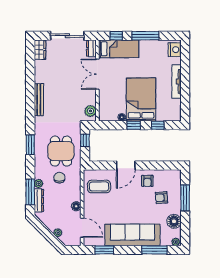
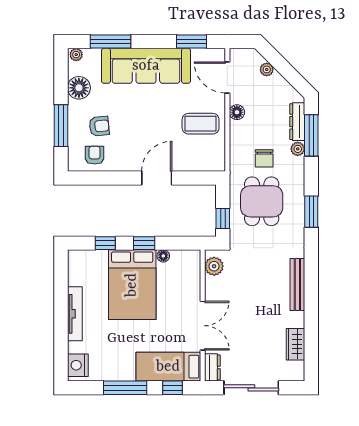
wardrobe: (40, 50) -> (296, 344), moved
armchair: (147, 181) -> (95, 155), moved
coffee table: (99, 186) -> (201, 124), moved

